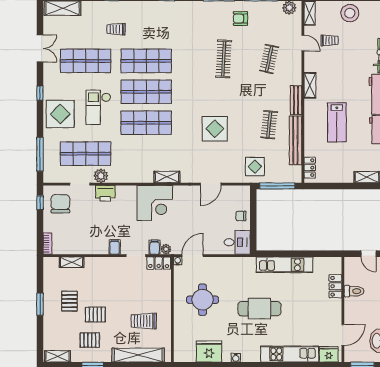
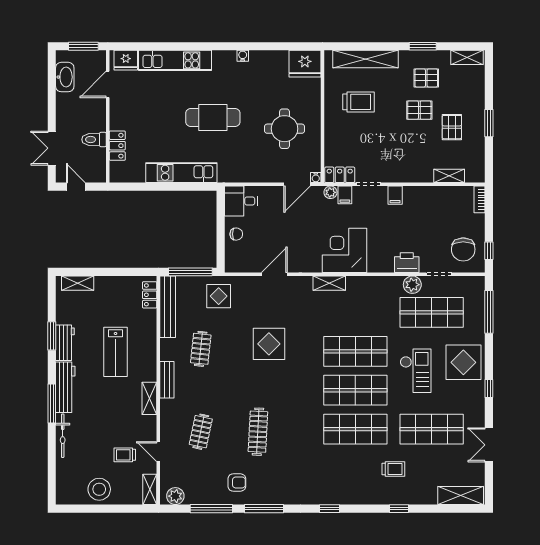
lab bench: (337, 122) -> (116, 352), turned 180
bench: (295, 140) -> (168, 307), moved
fridge: (209, 351) -> (305, 64), moved

